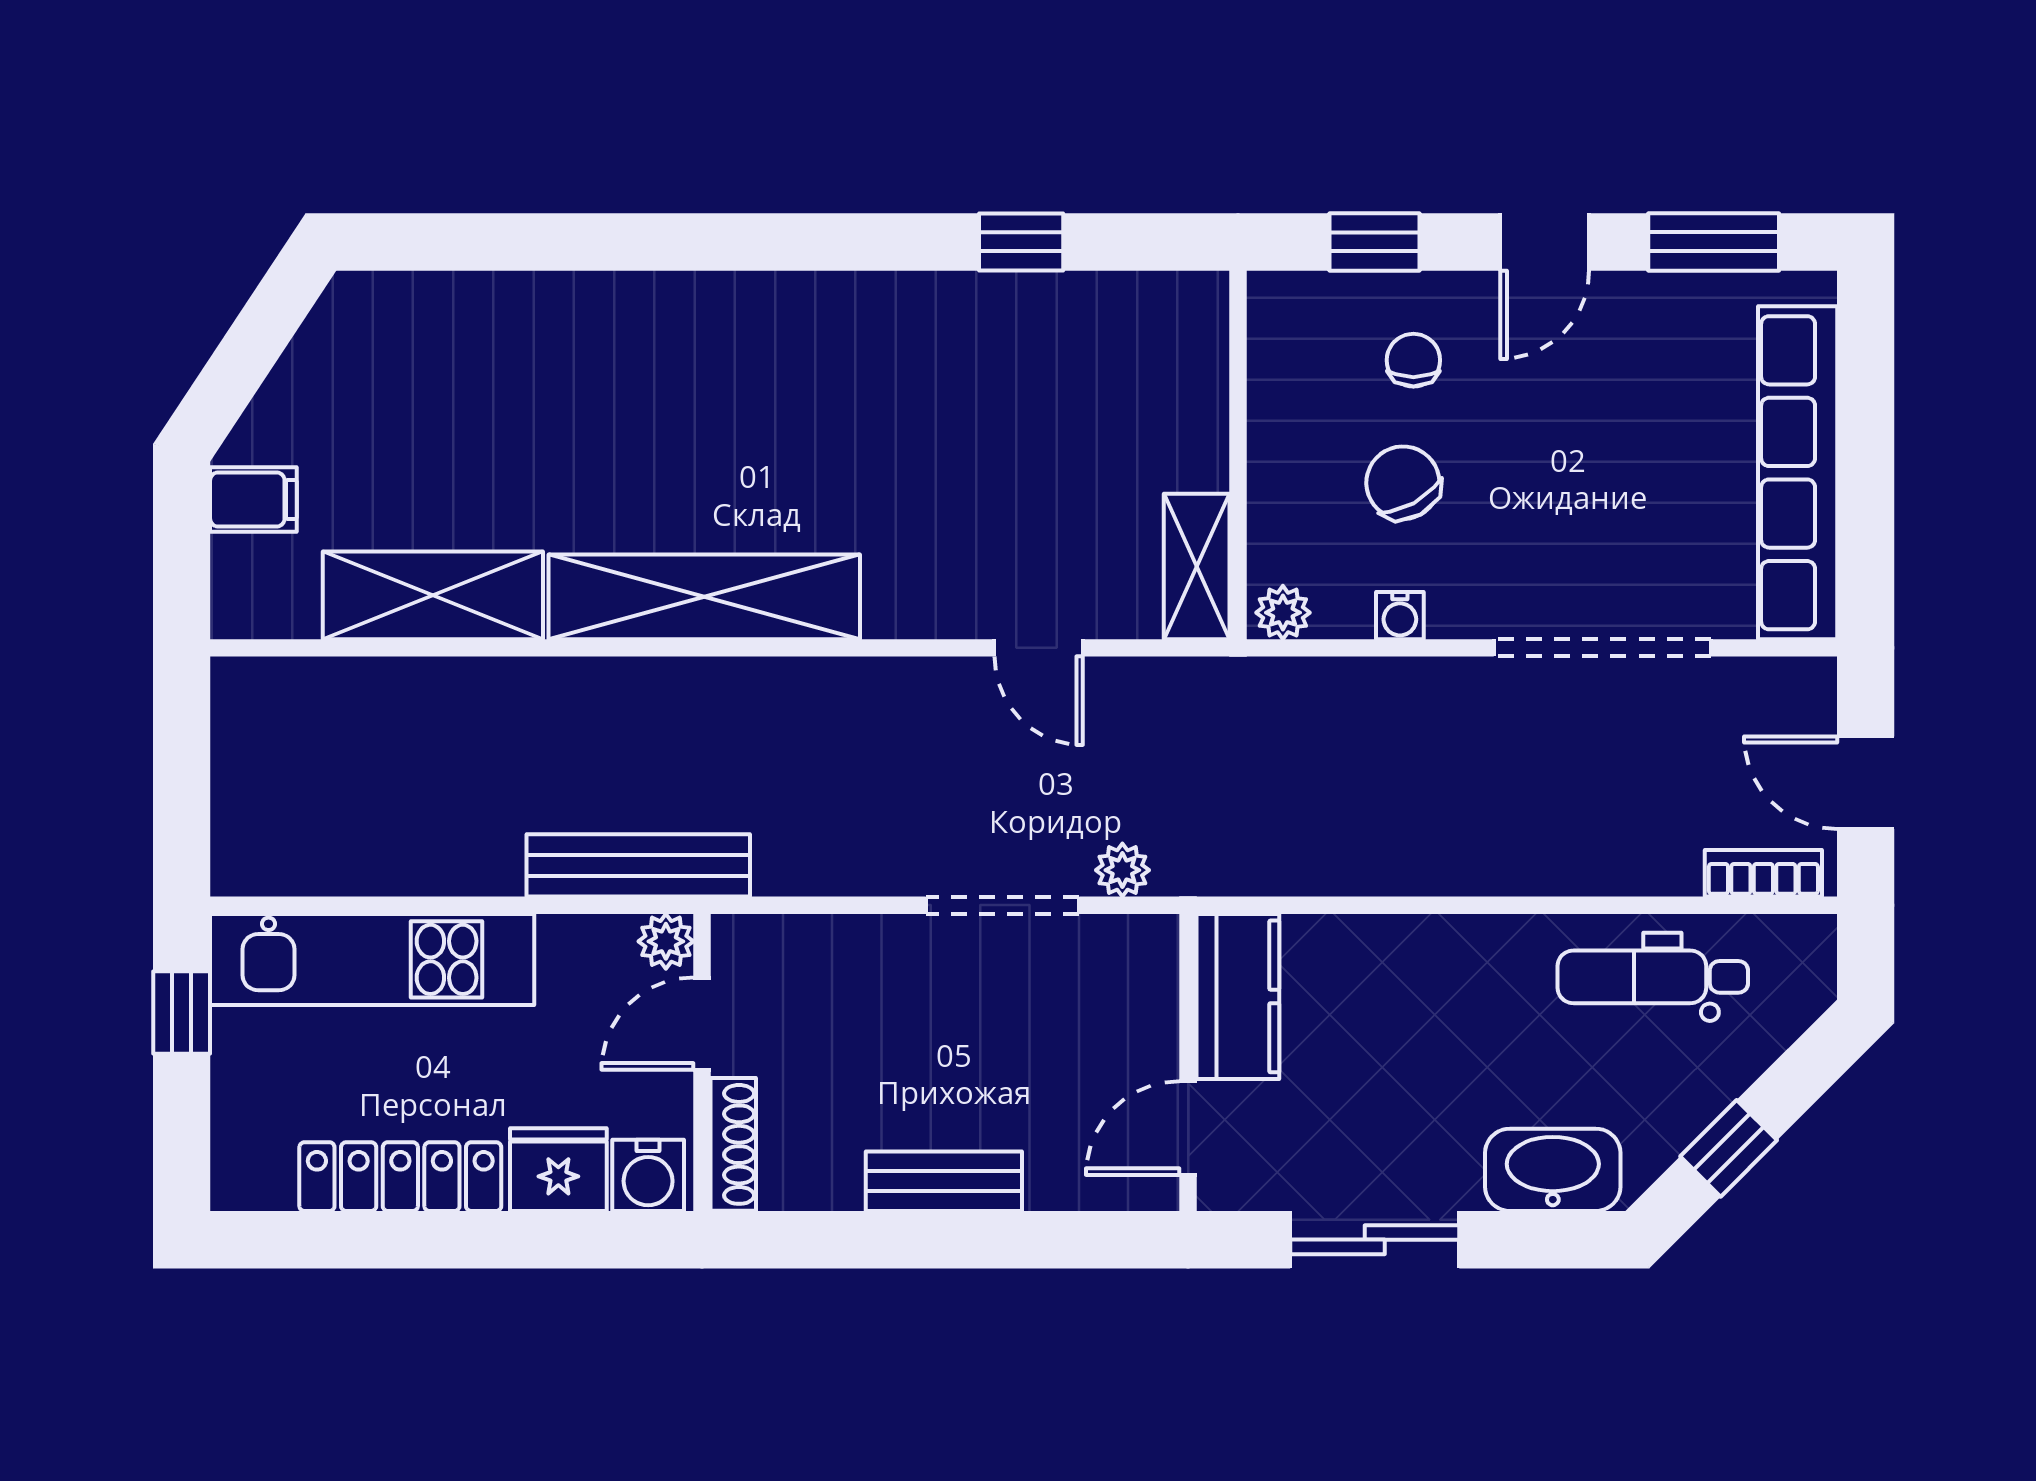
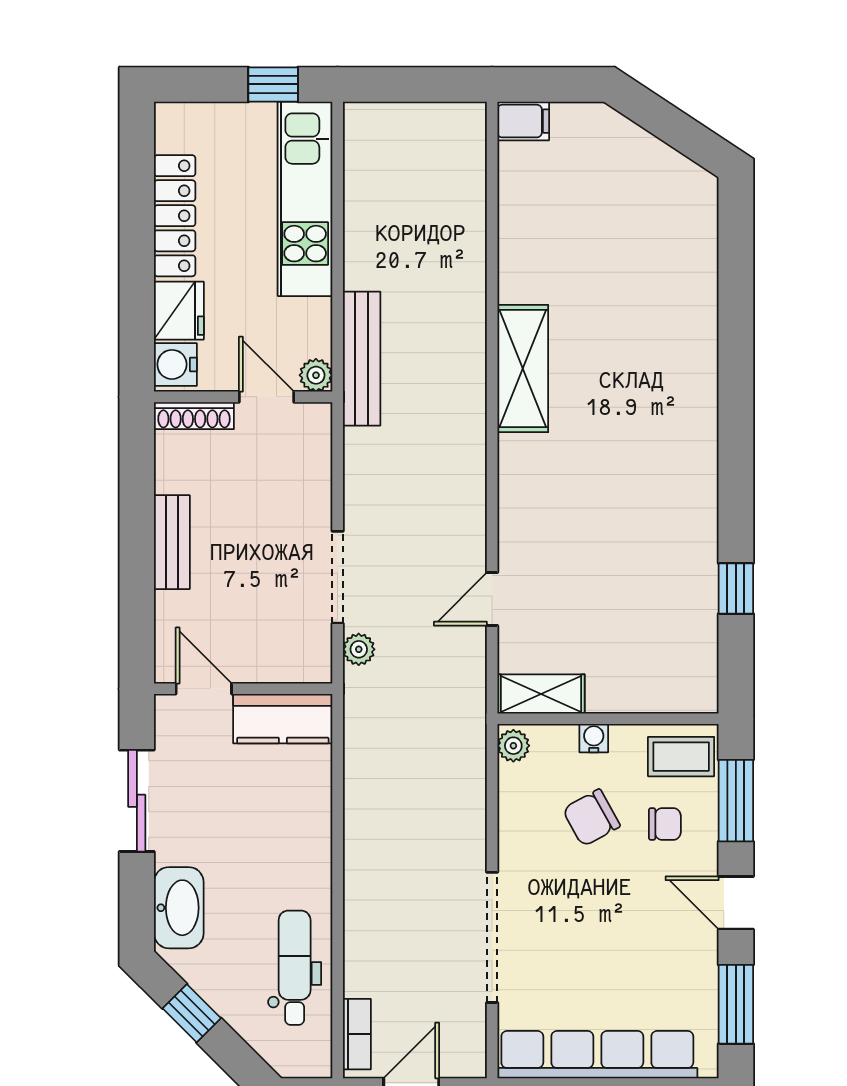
window: (1375, 242) -> (736, 801), width x1.50
coffee table: (1301, 333) -> (681, 757), added
chair: (1403, 483) -> (591, 818), turned 180
filing cabinet: (253, 499) -> (523, 121), moved, turned -90
shelving: (433, 595) -> (524, 235), removed
shelving: (704, 597) -> (523, 369), width x0.68
water cooler: (1400, 616) -> (594, 738), moved, turned 90

